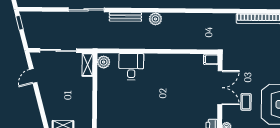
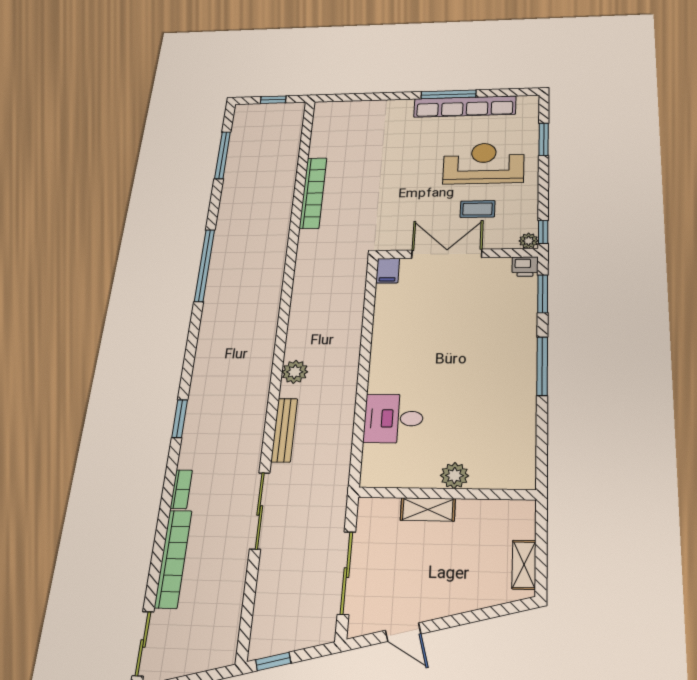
plant: (104, 62) -> (454, 476), moved
shelving: (88, 65) -> (428, 509), moved

